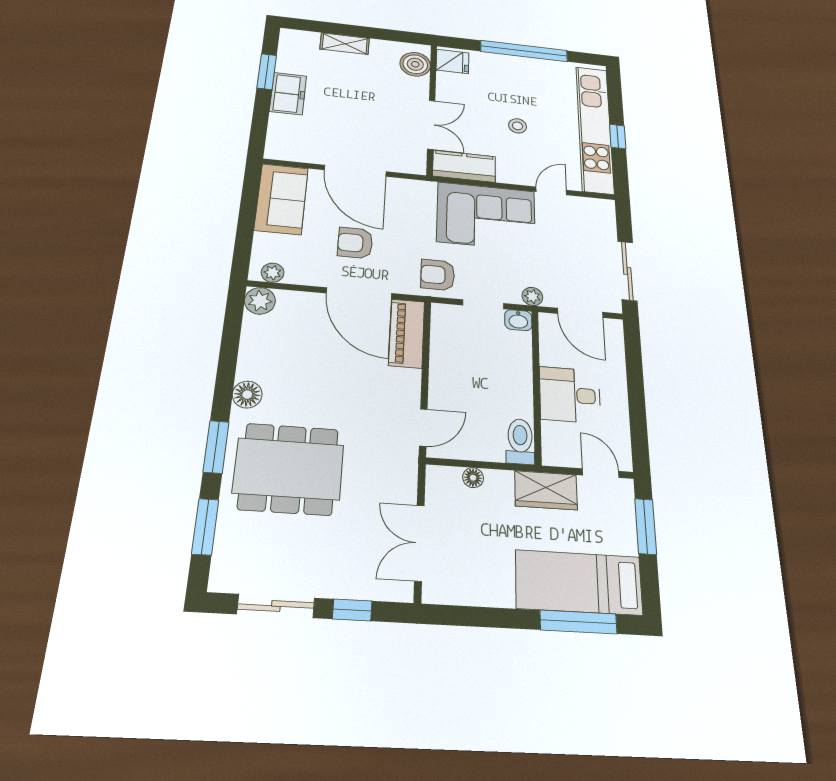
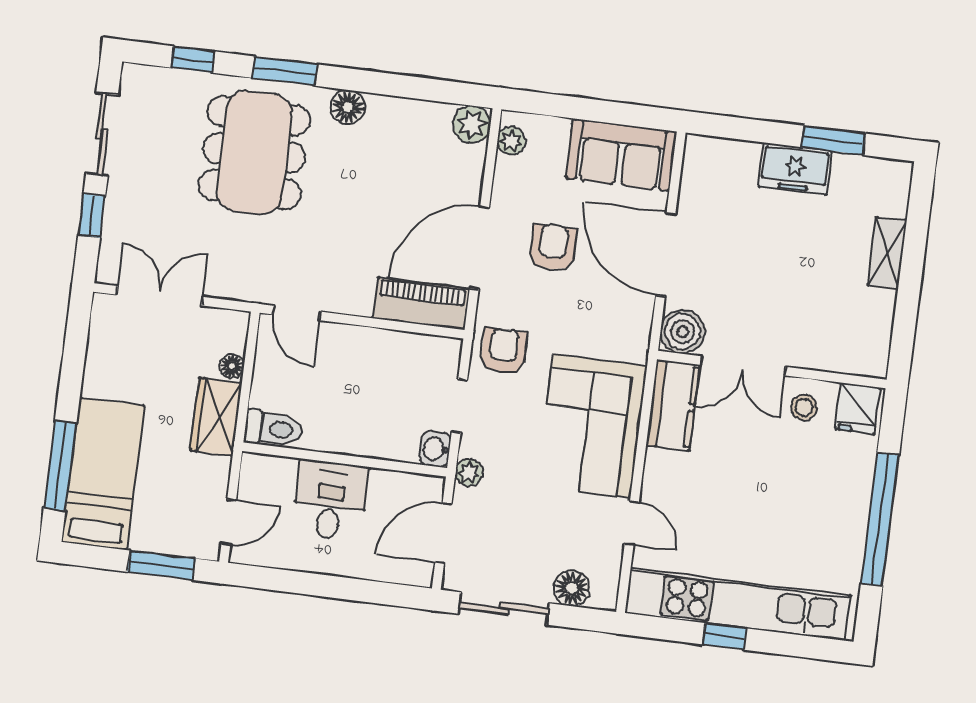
boiler: (415, 64) -> (682, 332), moved
stool: (518, 126) -> (804, 407), moved
door: (355, 171) -> (666, 255), hinge flipped
floor lamp: (604, 228) -> (572, 588), added
wardrobe: (546, 490) -> (216, 417), moved
window: (205, 527) -> (193, 59), width x0.67

